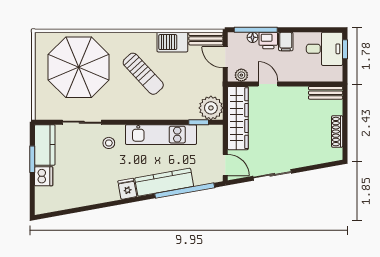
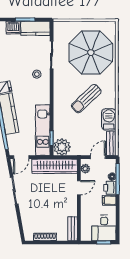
kitchen unit: (161, 135) -> (43, 130), moved

